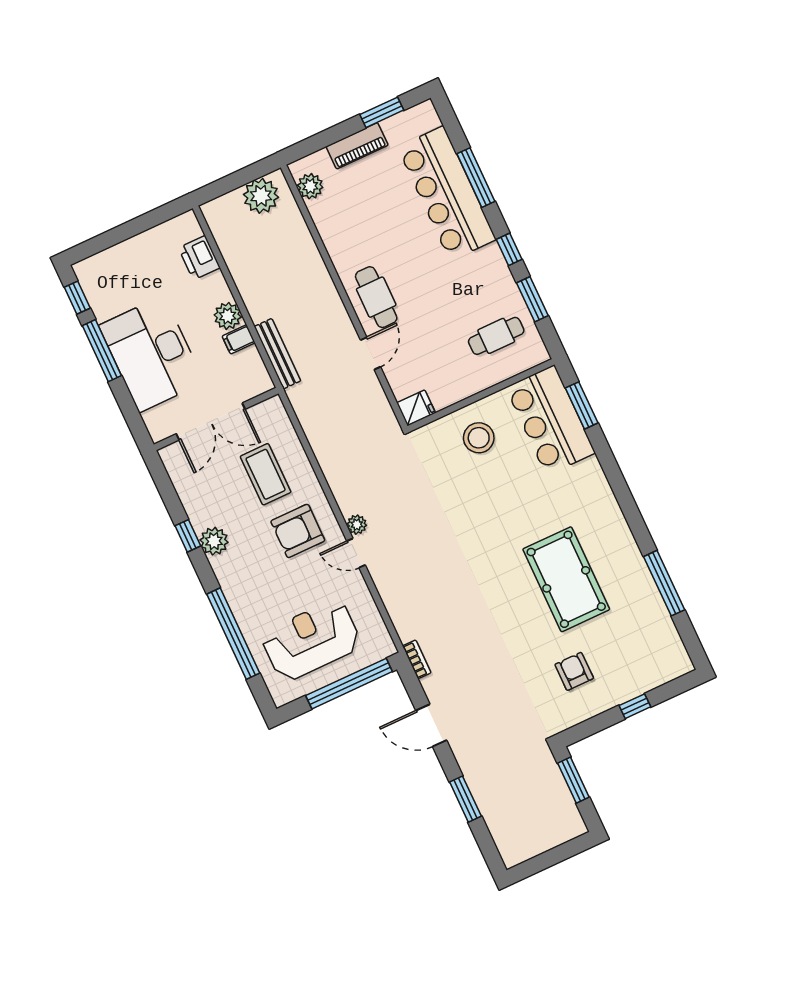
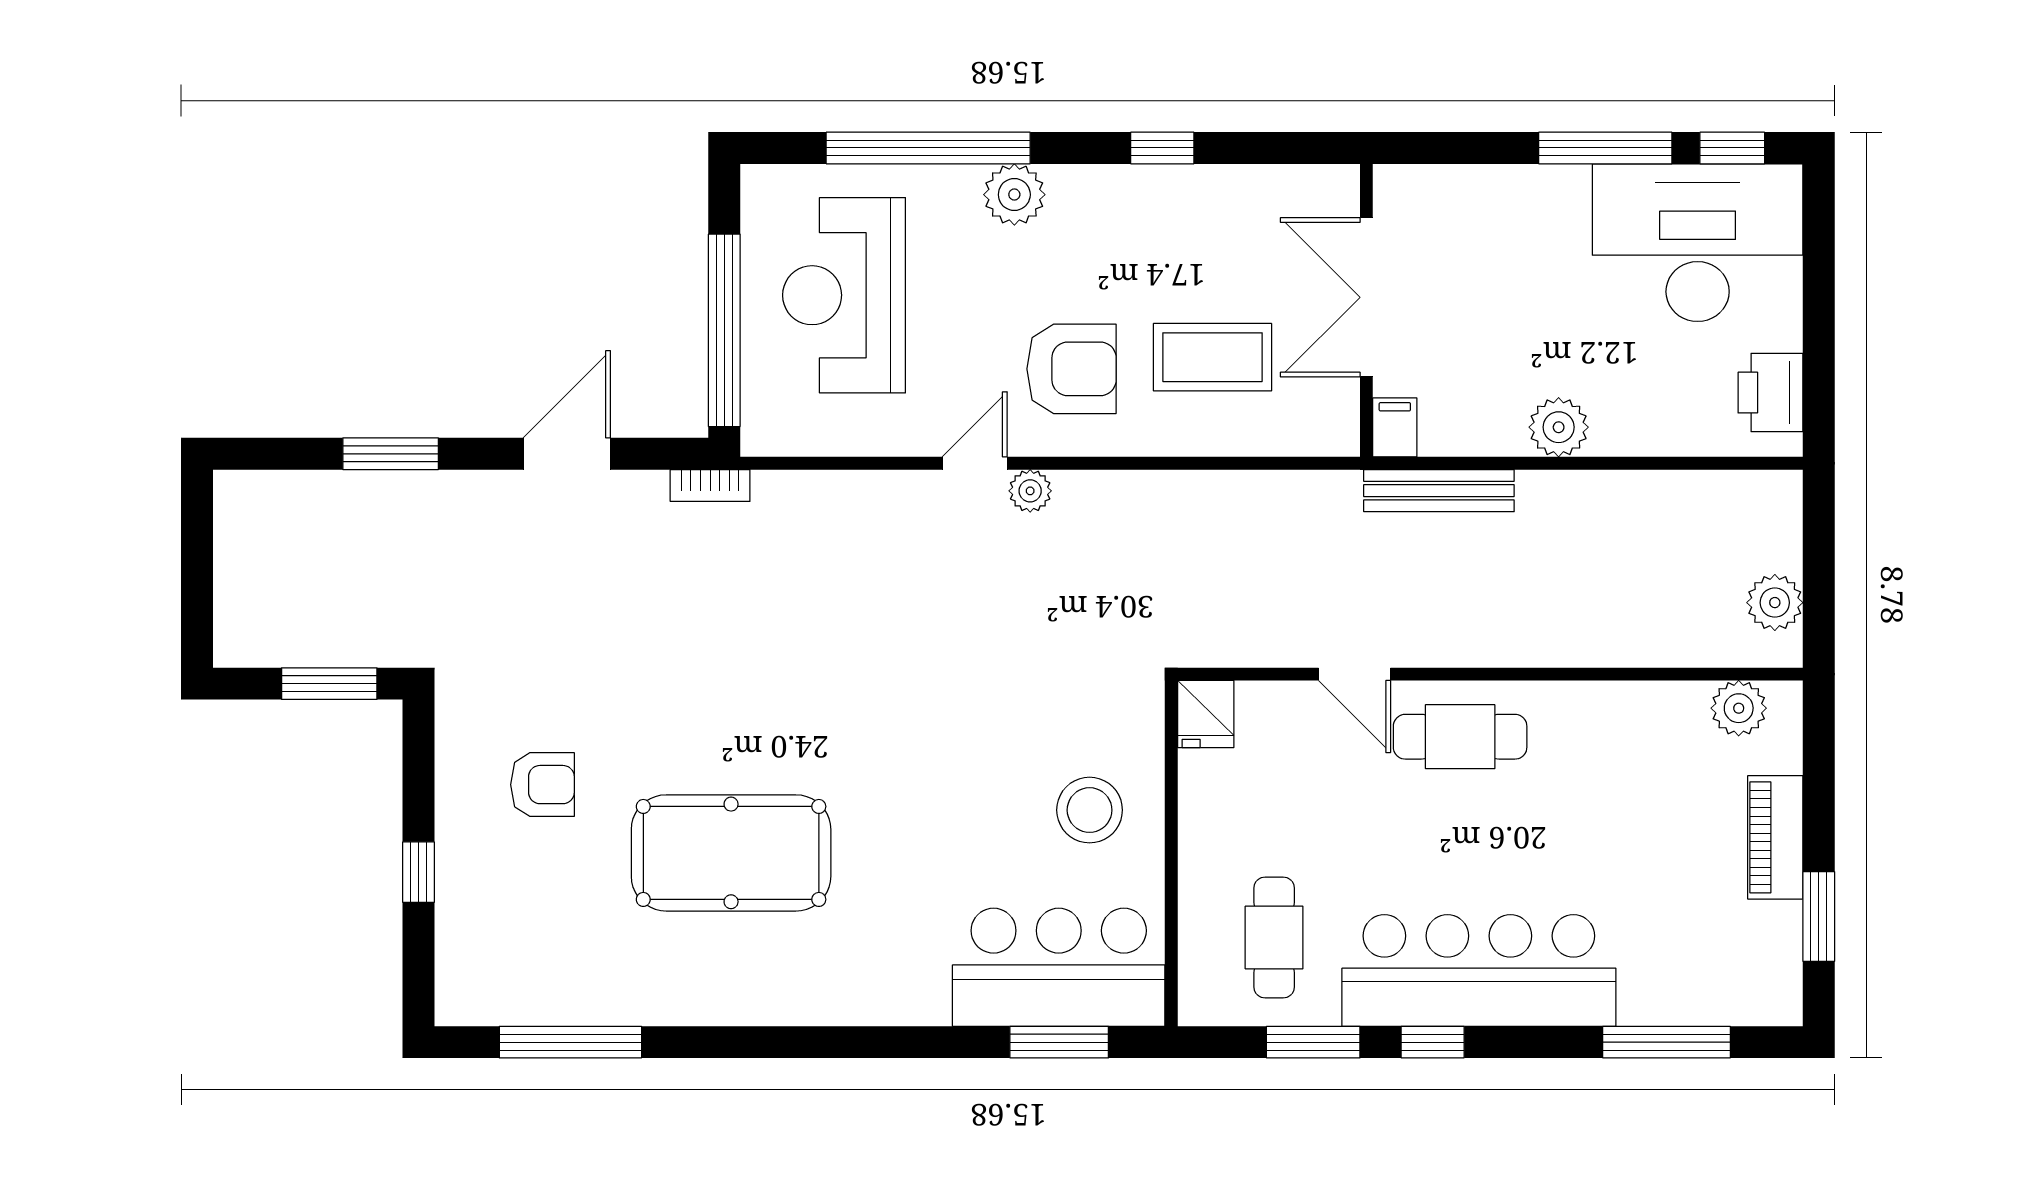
window: (476, 178) -> (1667, 1042), moved
bar counter: (447, 193) -> (1479, 970), moved
plant: (261, 196) -> (1775, 603), width x0.73, depth x0.73
printer: (199, 258) -> (1770, 393), moved, turned -90
filing cabinet: (239, 339) -> (1395, 427), moved
desk: (152, 354) -> (1698, 243), moved
armchair: (298, 531) -> (1072, 369), turned 90
plant: (214, 541) -> (1014, 195), moved
window: (664, 583) -> (570, 1042), moved
reception desk: (311, 640) -> (844, 295), turned 180

